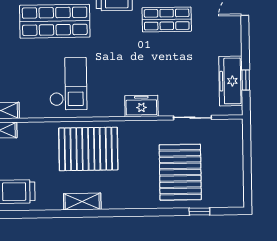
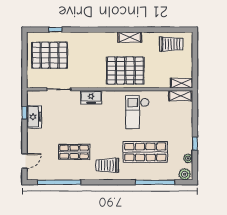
freezer: (231, 81) -> (34, 117), width x0.71
pallet: (180, 172) -> (50, 55), moved, turned 90

